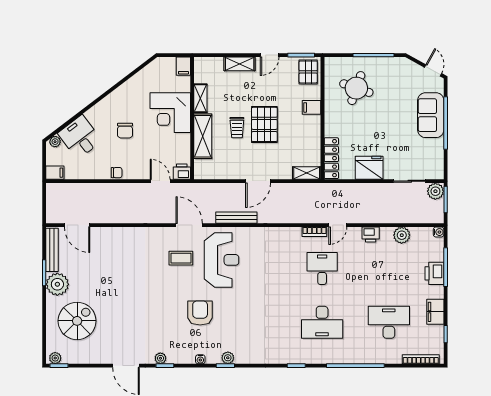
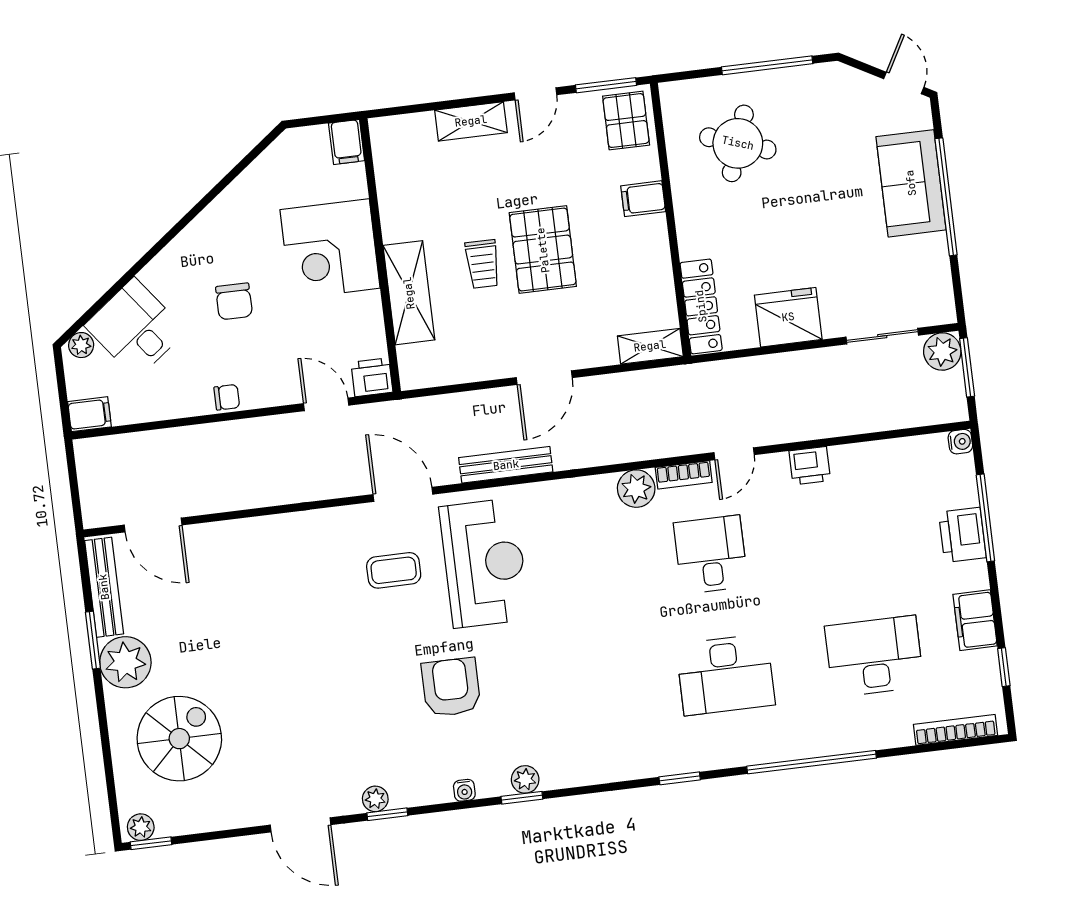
shelving: (200, 98) -> (393, 209), removed
plant: (402, 235) -> (636, 489), moved

